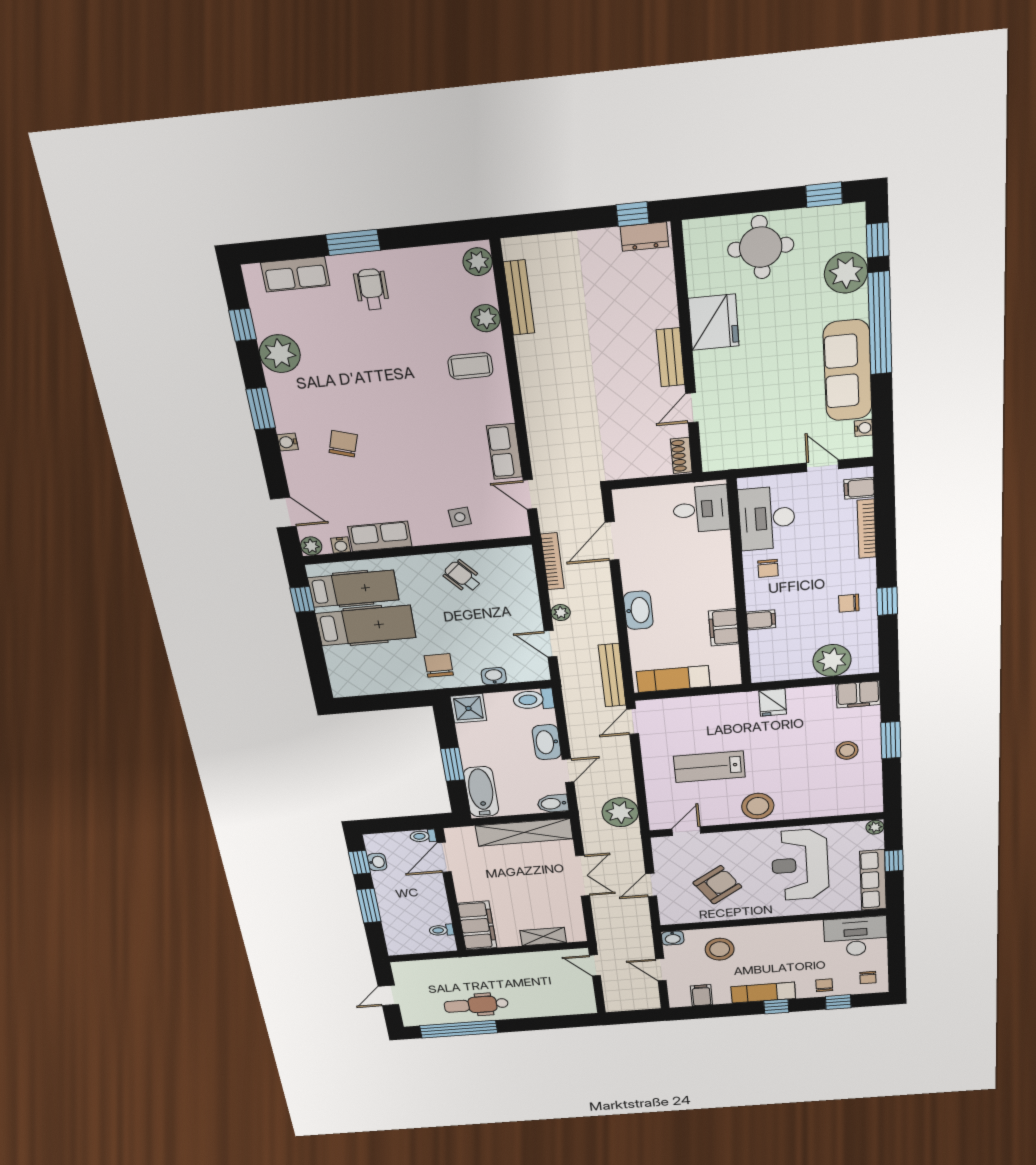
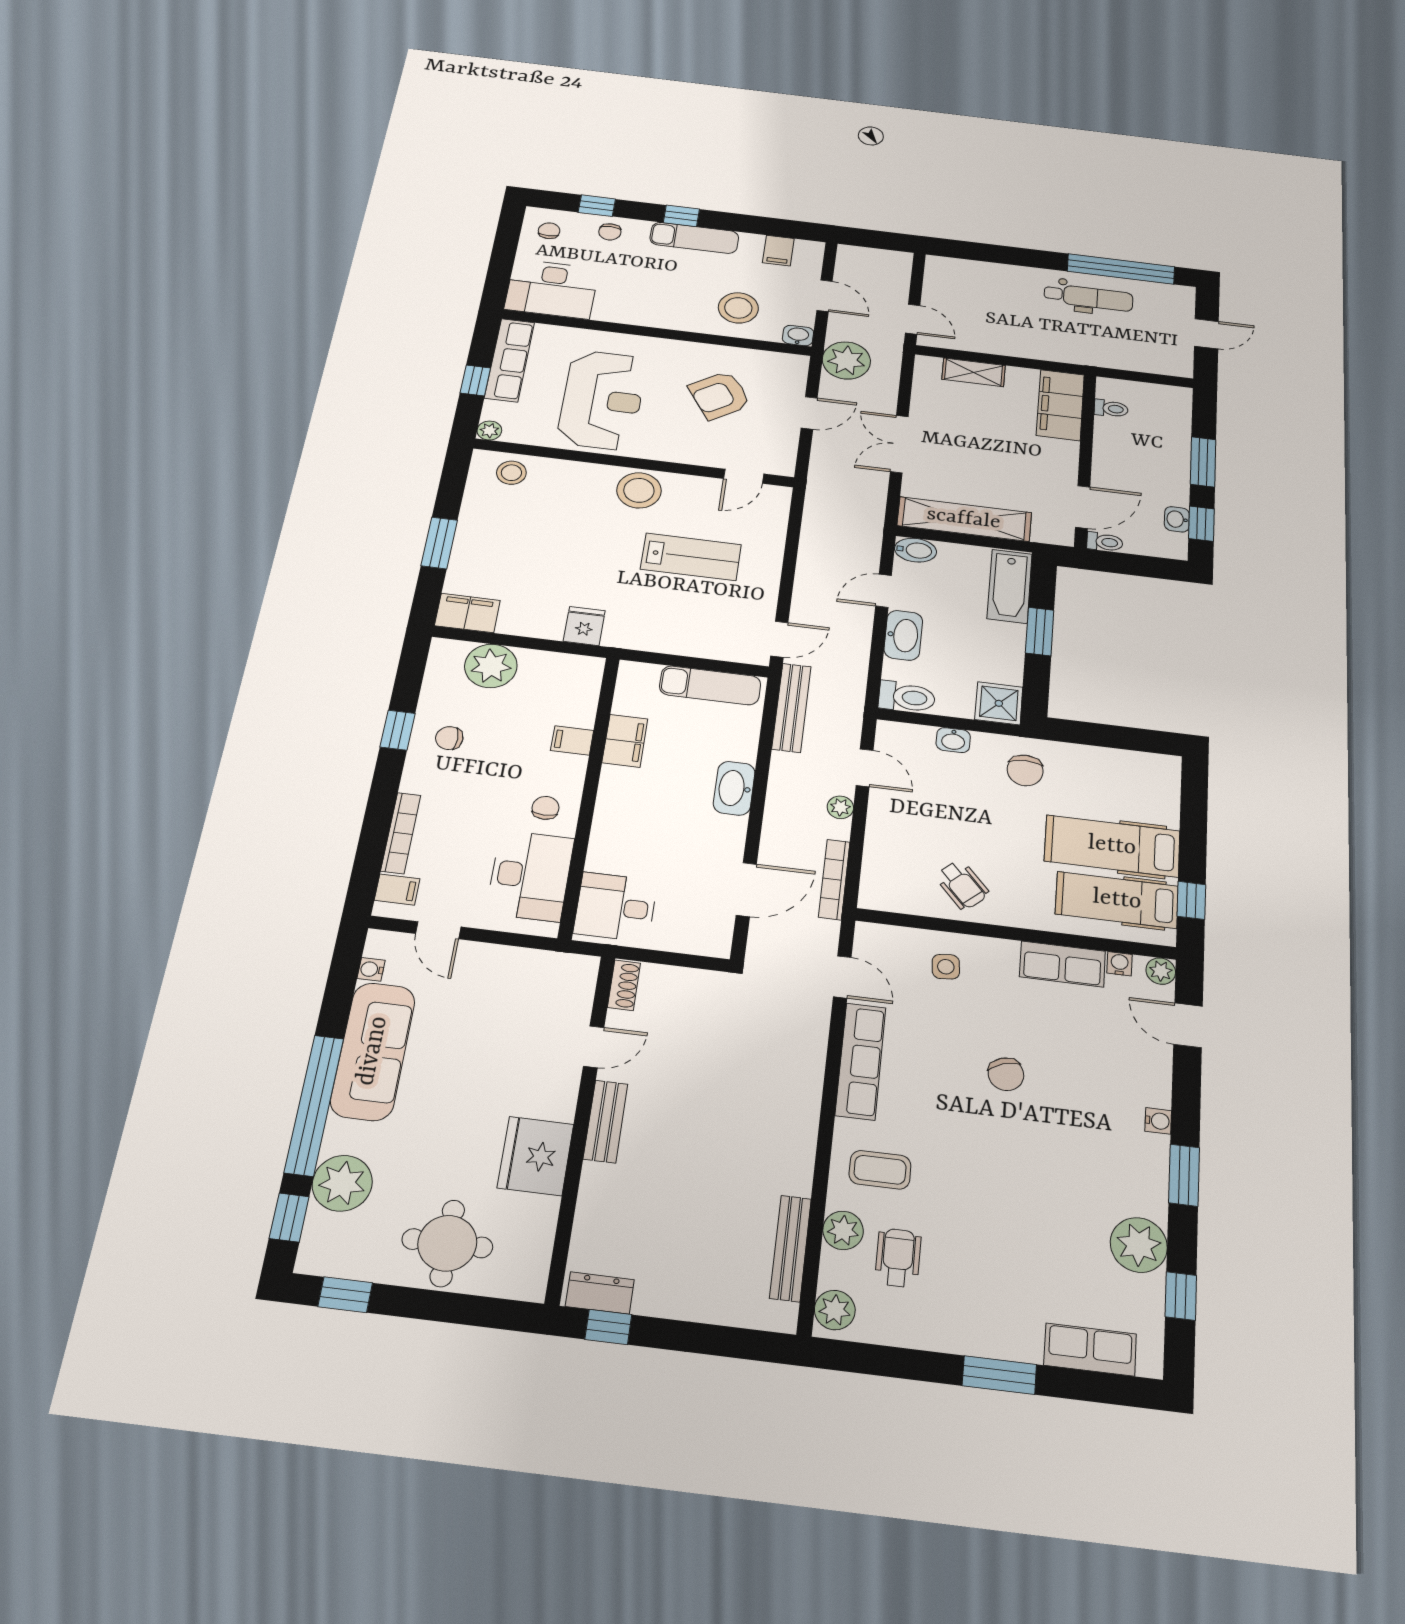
wheelchair: (372, 289) -> (898, 1258), moved, turned 180
chair: (343, 444) -> (1006, 1074), moved, turned -36
row of seats: (505, 451) -> (861, 1061), width x1.48
chair: (849, 603) -> (449, 738), turned 180
stool: (847, 750) -> (511, 473), moved
plant: (620, 812) -> (846, 360), moved

